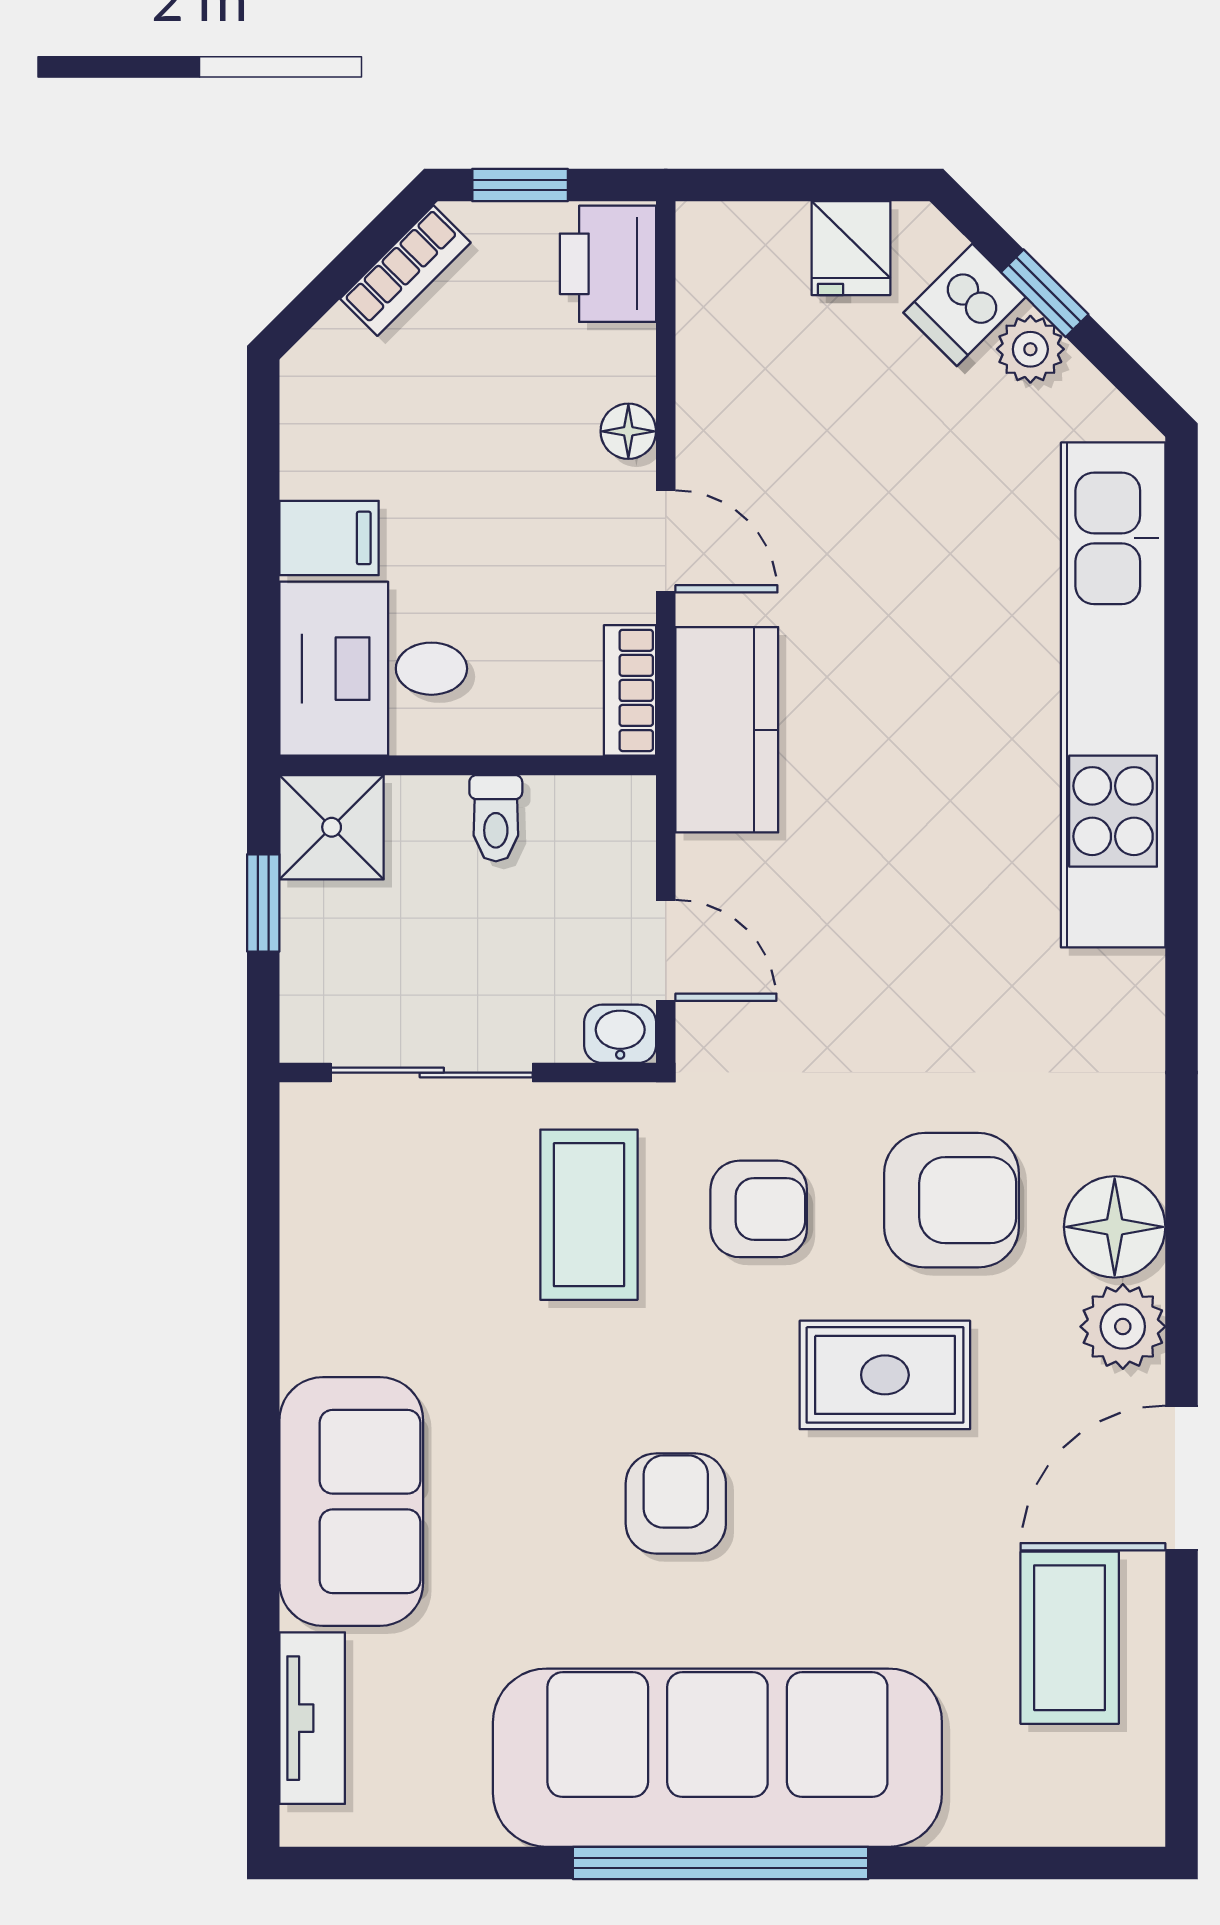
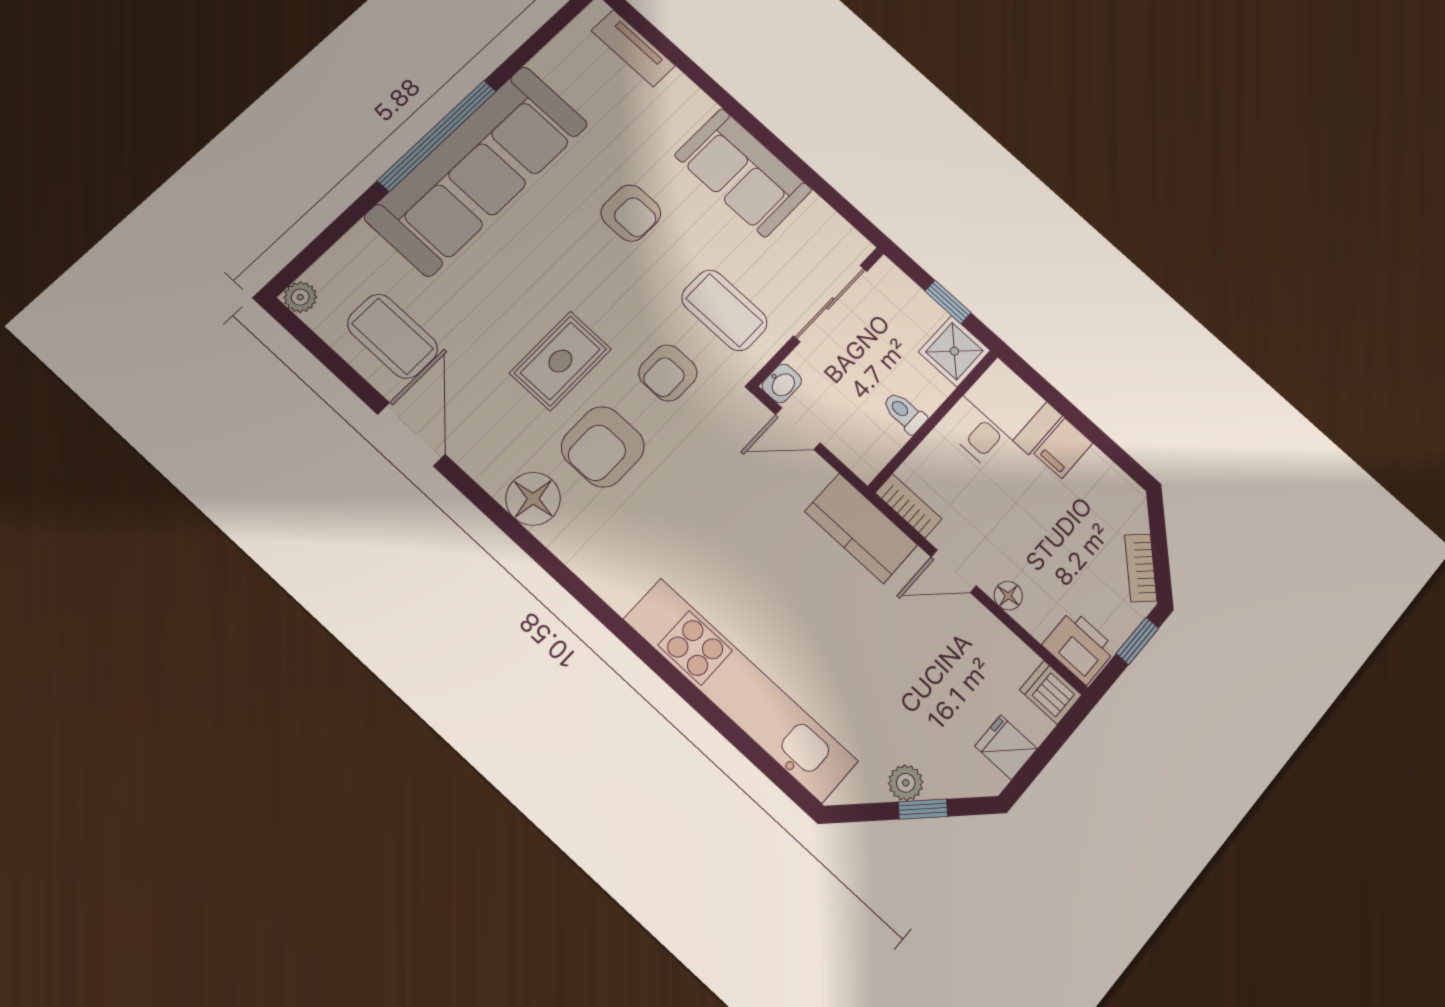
dishwasher: (965, 305) -> (1051, 692), moved, turned -45
plant: (1123, 1327) -> (300, 297), moved, width x0.73, depth x0.73
sofa: (351, 1501) -> (743, 173), moved
armchair: (676, 1503) -> (631, 213), moved

